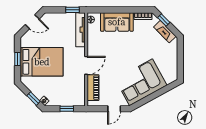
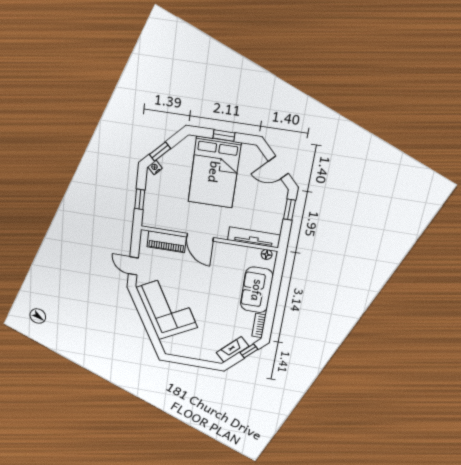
window: (72, 10) -> (290, 210), moved
door: (32, 22) -> (278, 167), hinge flipped

